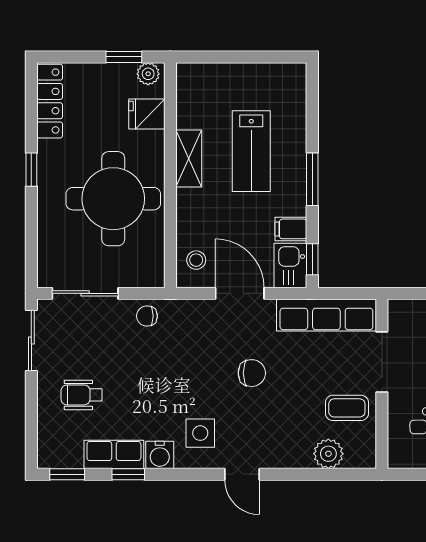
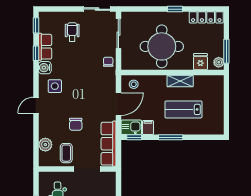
window: (124, 57) -> (226, 51), width x1.50
chair: (252, 373) -> (76, 124), moved

